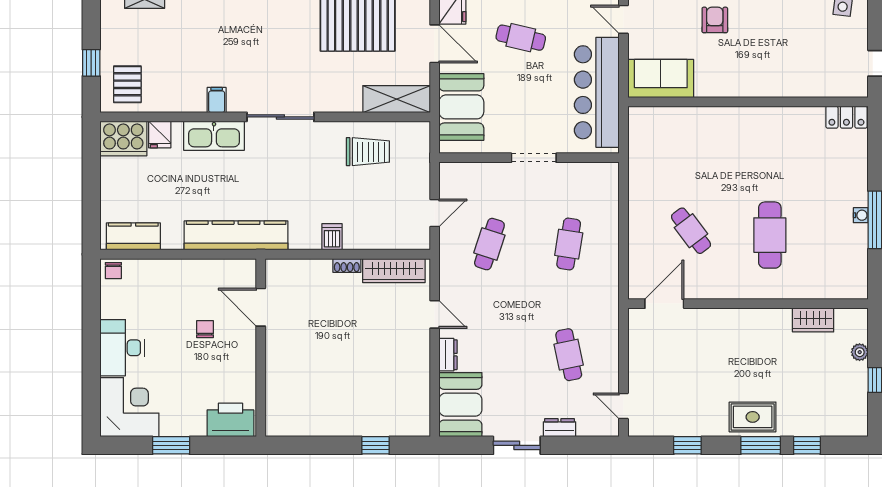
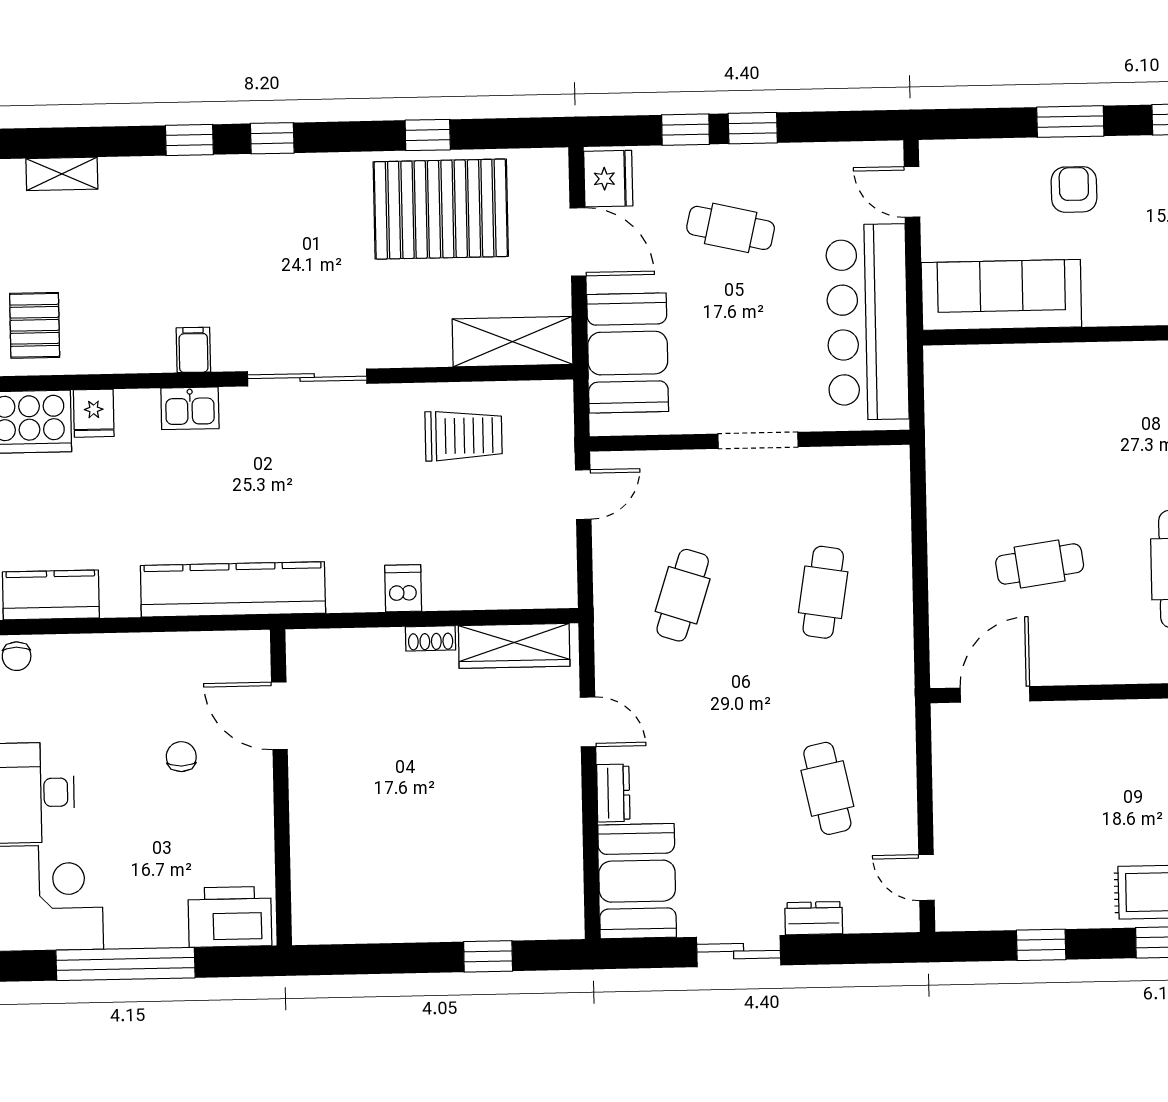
sofa: (661, 79) -> (1001, 295), width x1.36
kitchen sink: (214, 136) -> (190, 408), width x0.53, depth x0.81
door: (435, 213) -> (583, 495), moved
cafe table: (691, 231) -> (1040, 564), turned -61
window: (171, 445) -> (126, 964), width x2.11

